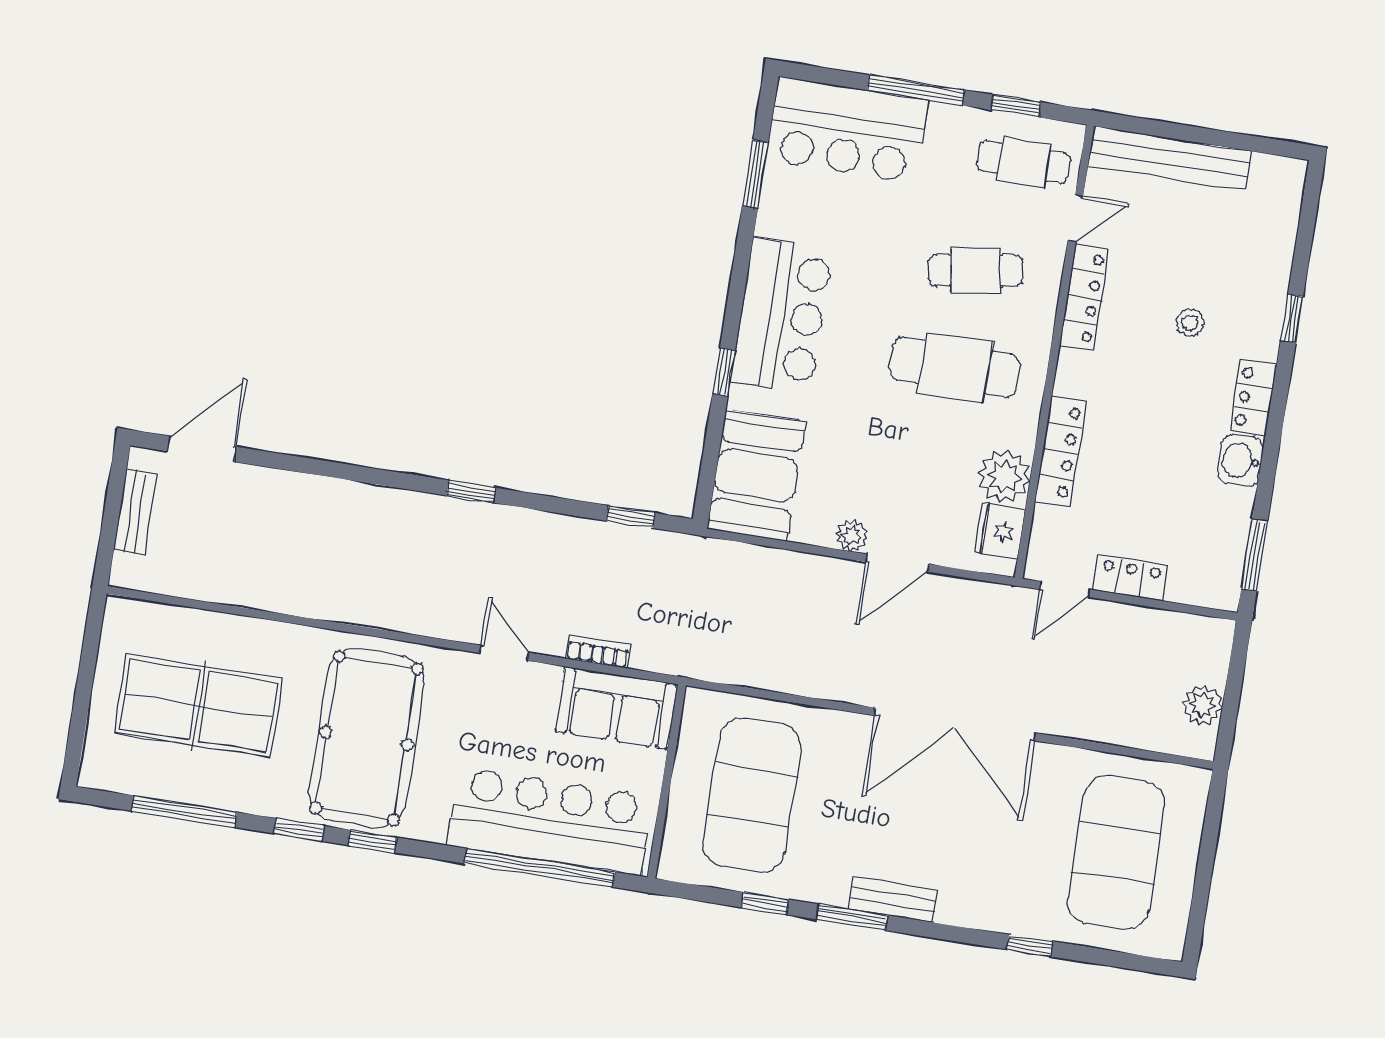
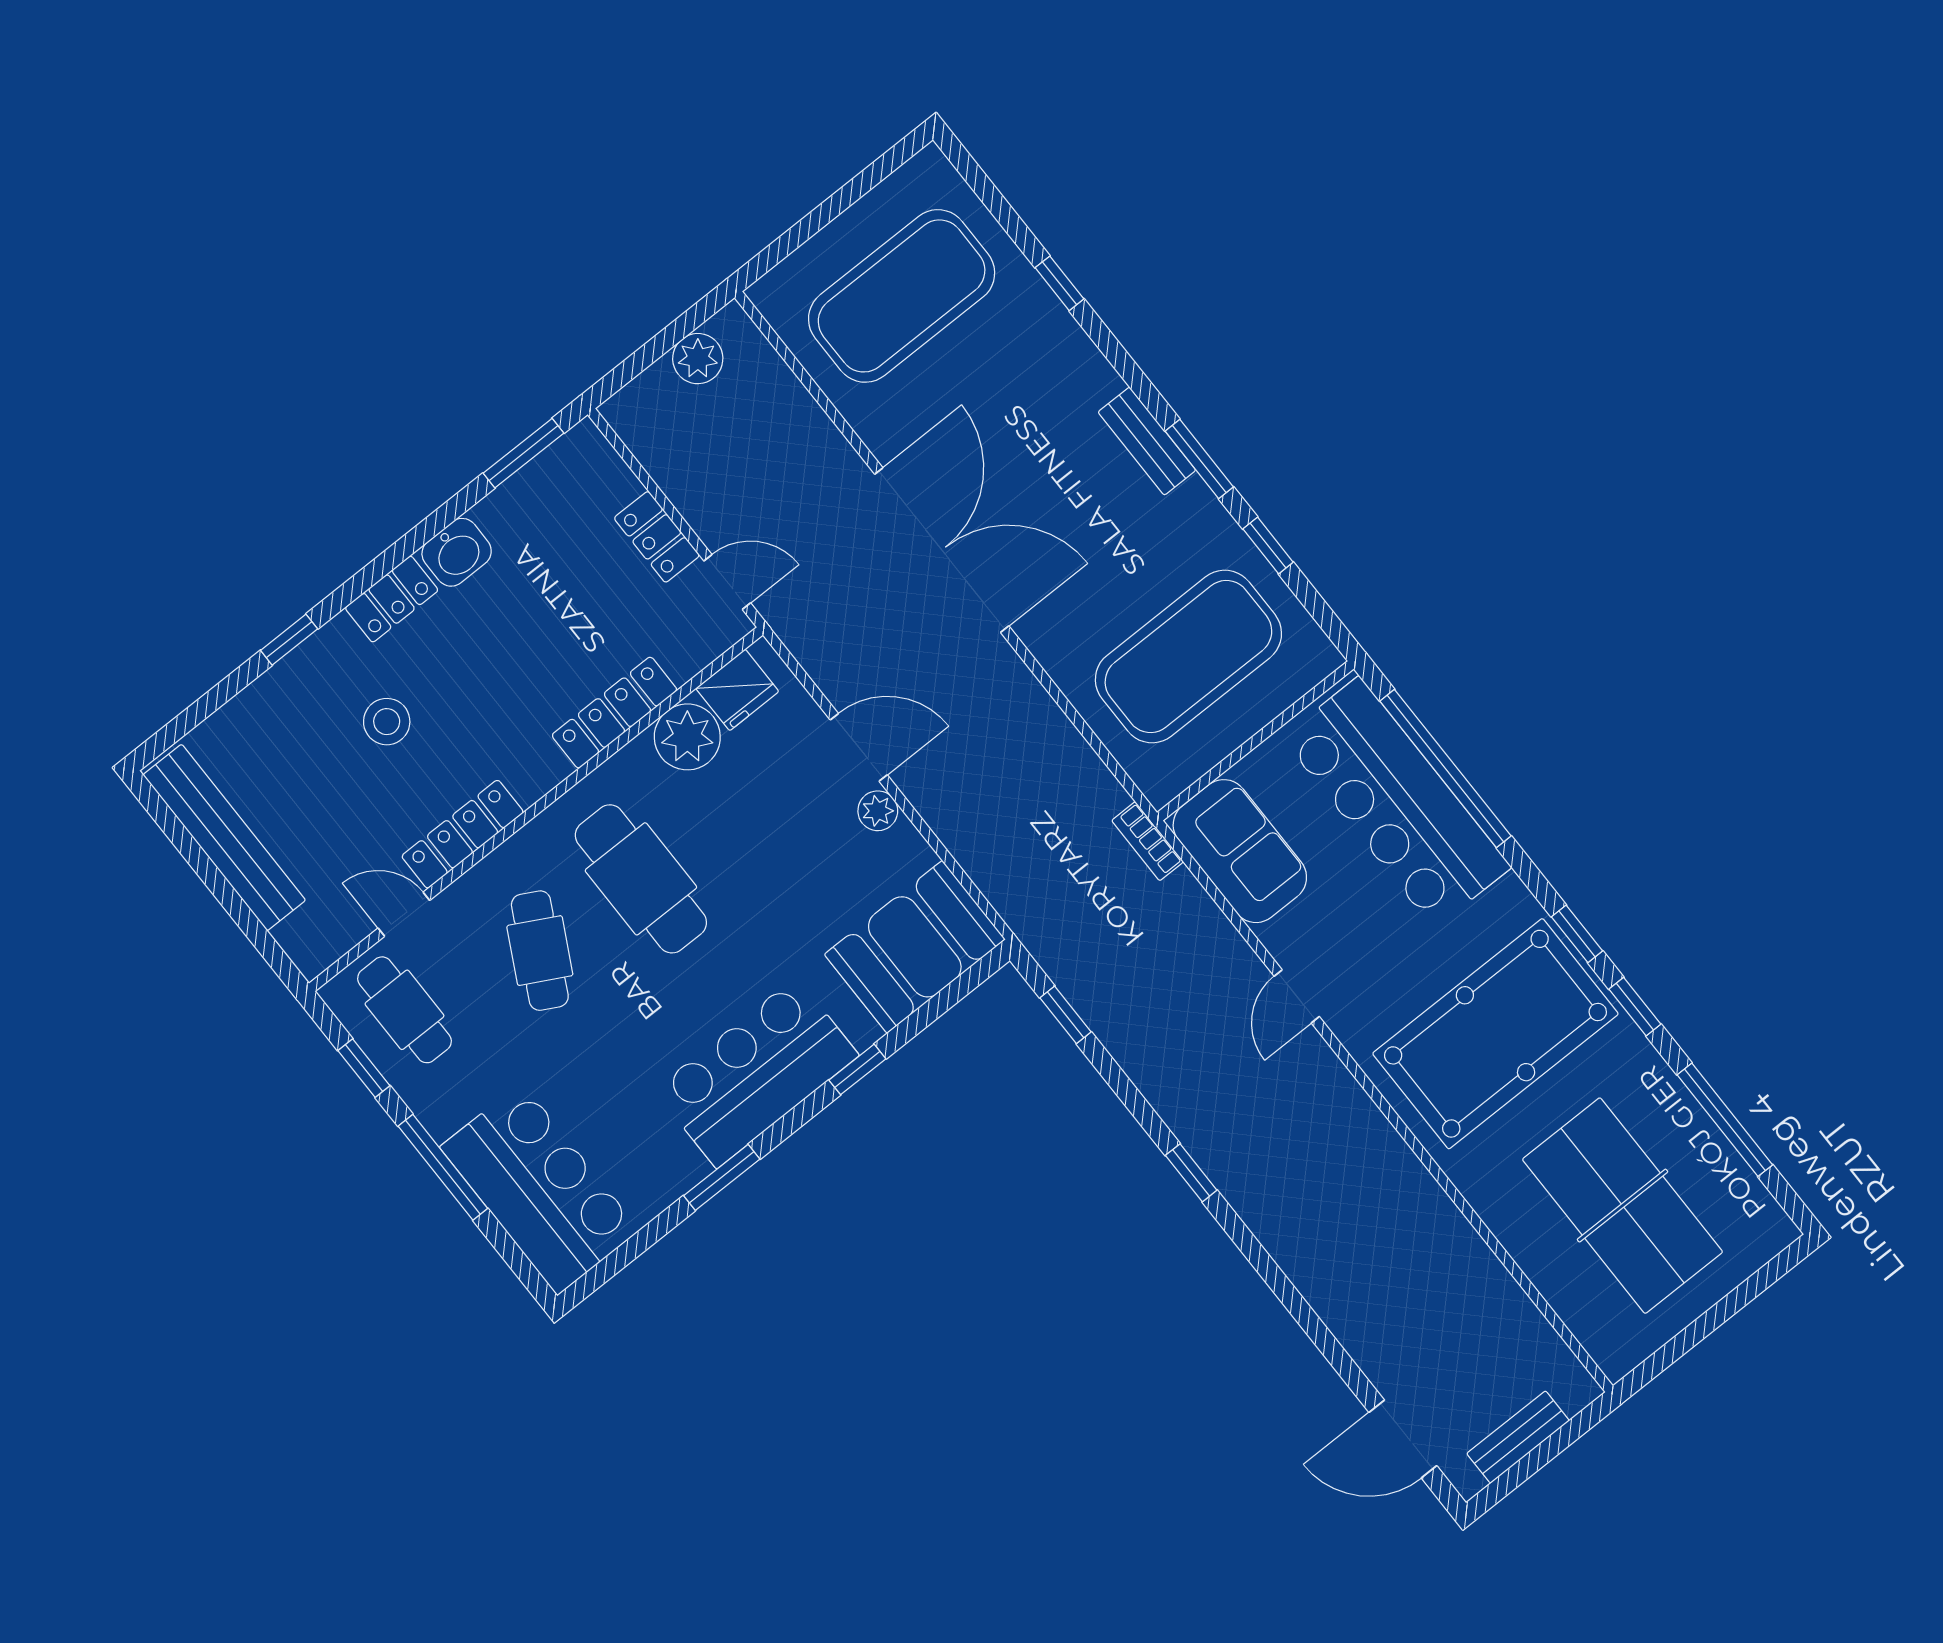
bench: (1170, 158) -> (224, 838), moved
window: (755, 174) -> (722, 1177), moved
cafe table: (976, 270) -> (540, 951), turned 37
stool: (1190, 323) -> (387, 722), width x1.37, depth x1.37
bookcase: (598, 651) -> (1148, 841), moved

